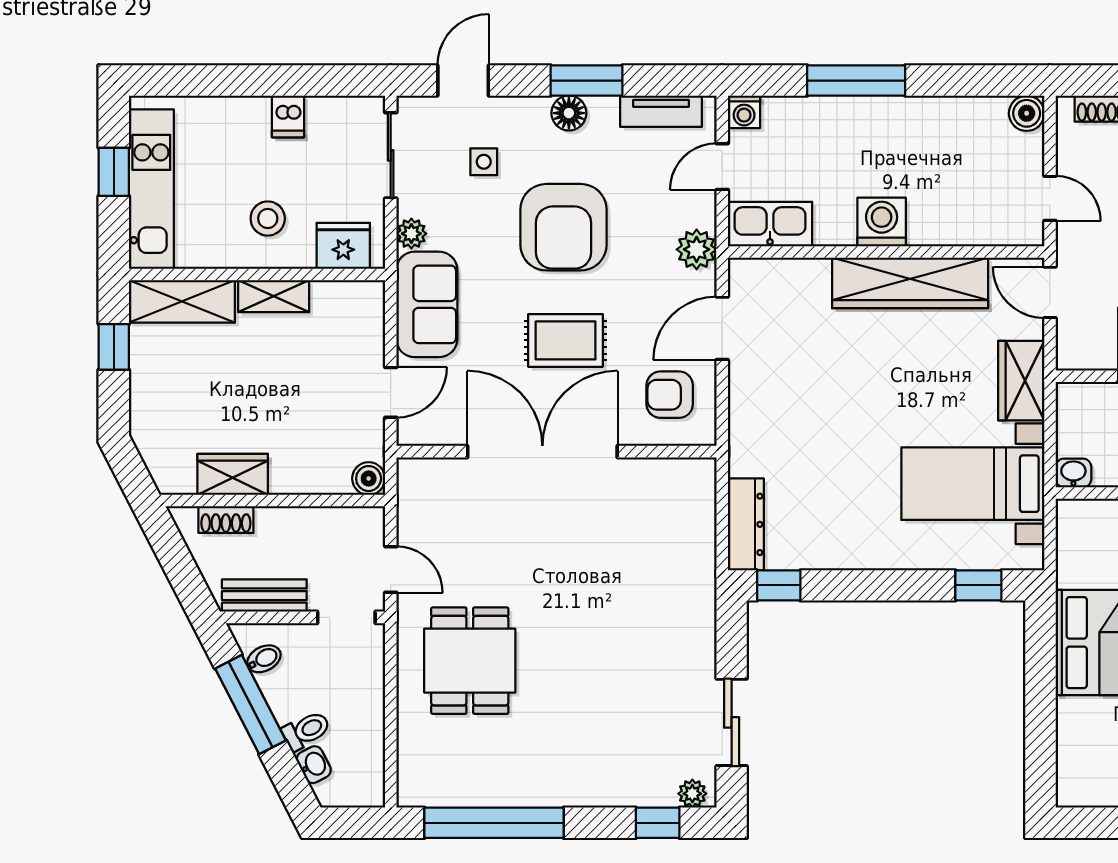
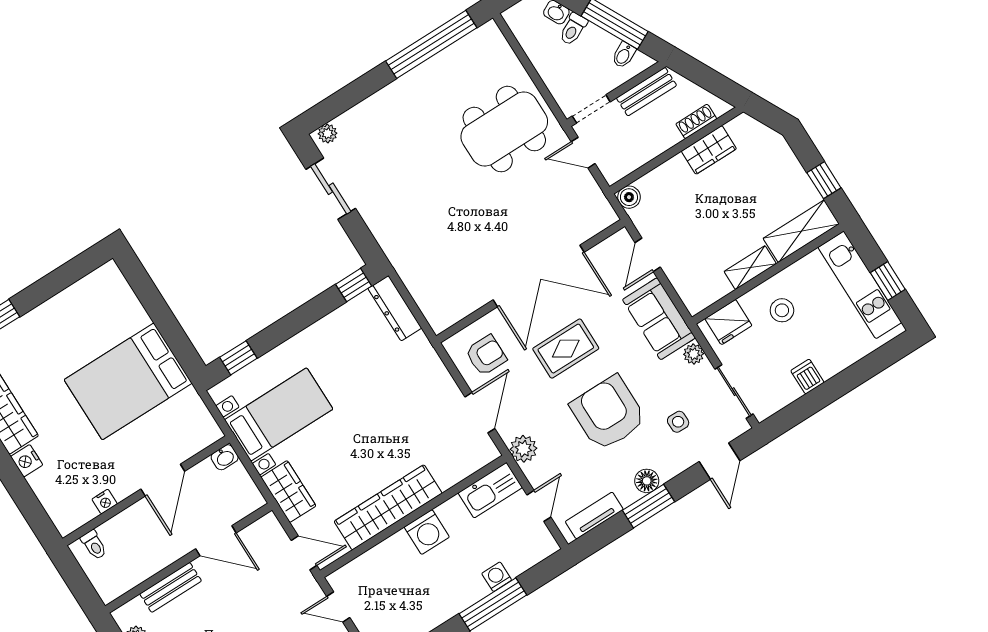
washing machine: (744, 112) -> (497, 577), moved
dining table: (470, 661) -> (504, 129), width x1.38
window: (658, 823) -> (337, 104), removed

